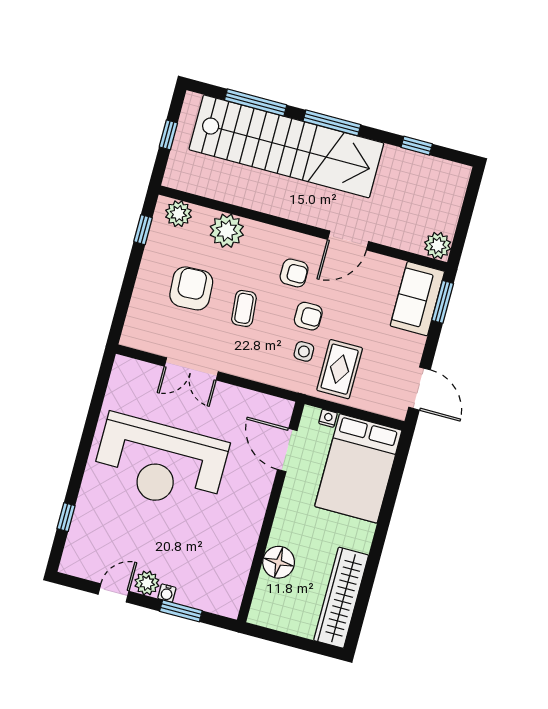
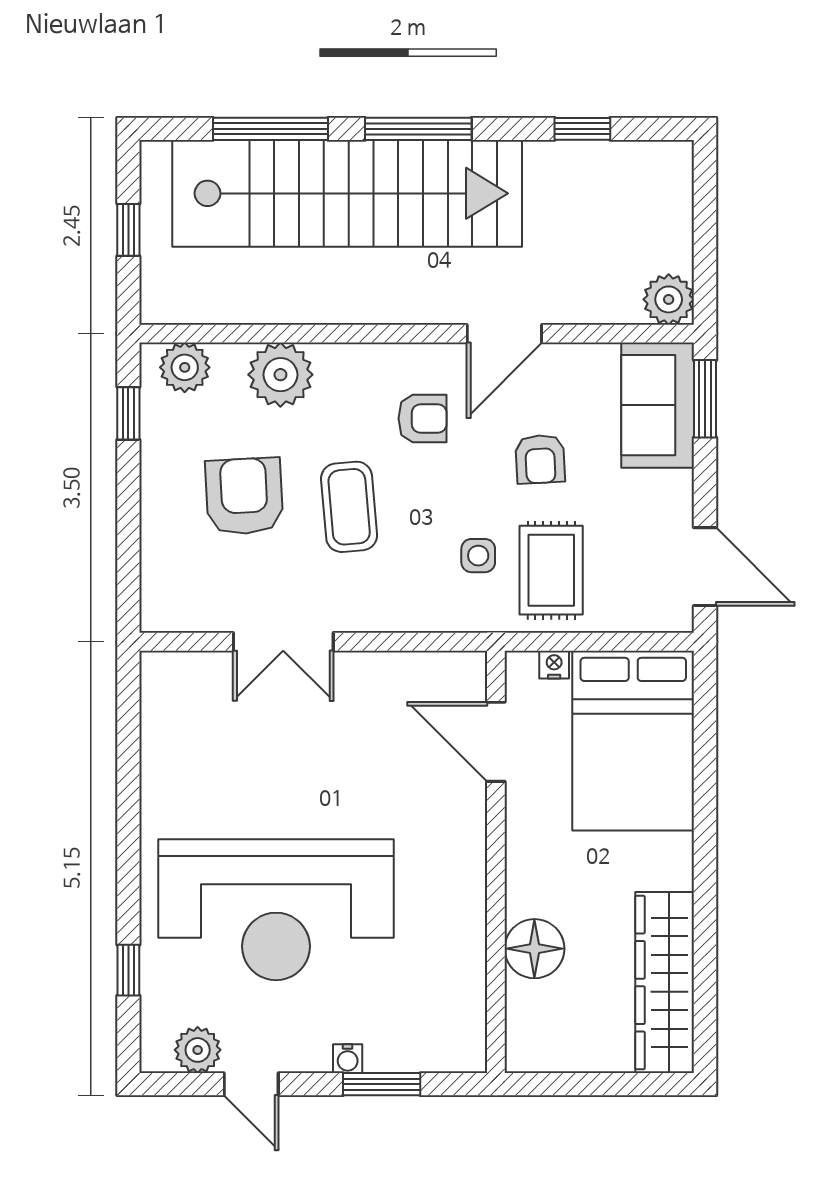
coffee table: (244, 308) -> (349, 507), width x1.36, depth x1.30
armchair: (308, 316) -> (540, 459), moved, turned 87
reception desk: (160, 463) -> (276, 910), moved
plant: (147, 583) -> (198, 1050), moved
door: (114, 593) -> (251, 1084), swing flipped

